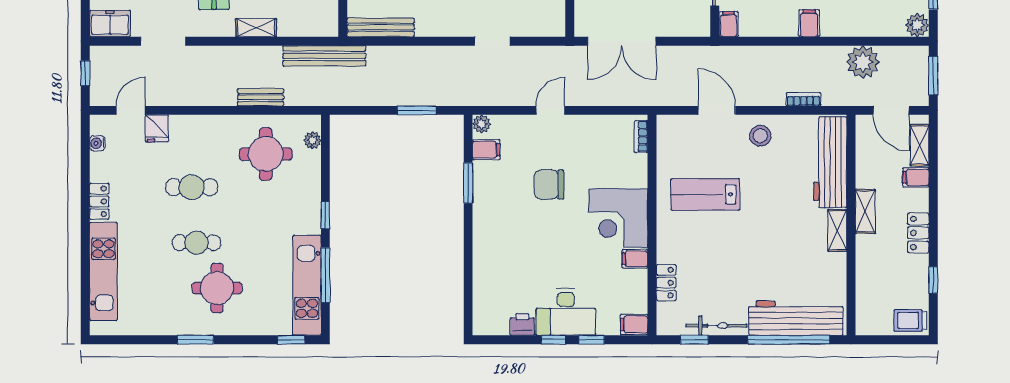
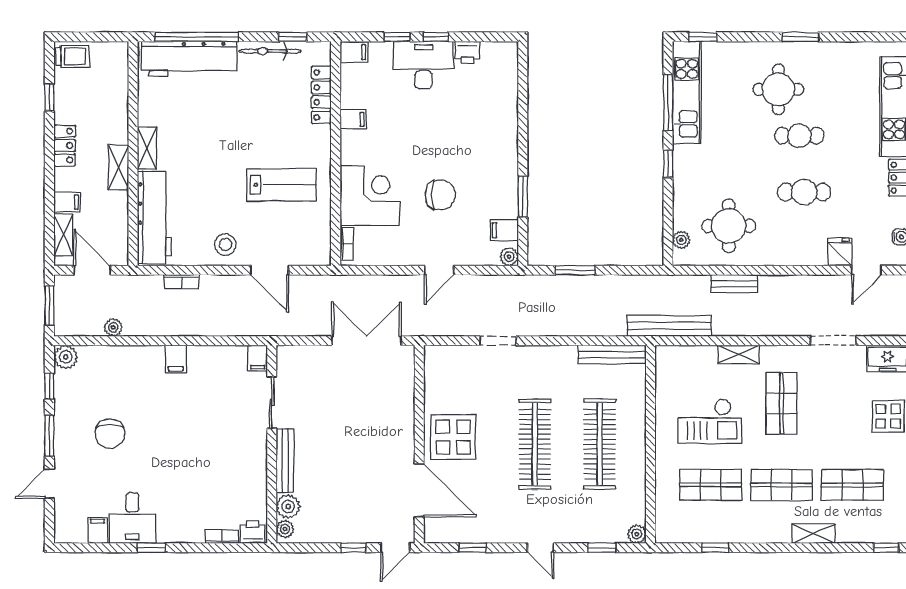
plant: (863, 62) -> (113, 327), width x0.53, depth x0.53
corner desk: (618, 218) -> (370, 196), moved
locker: (666, 283) -> (321, 95), width x1.53

